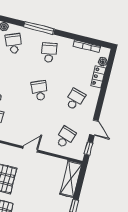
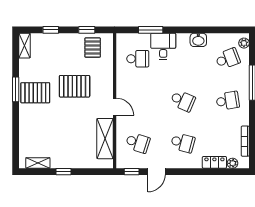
school desk: (40, 90) -> (183, 101), turned 48
shelving: (71, 179) -> (105, 139), moved, turned 90

